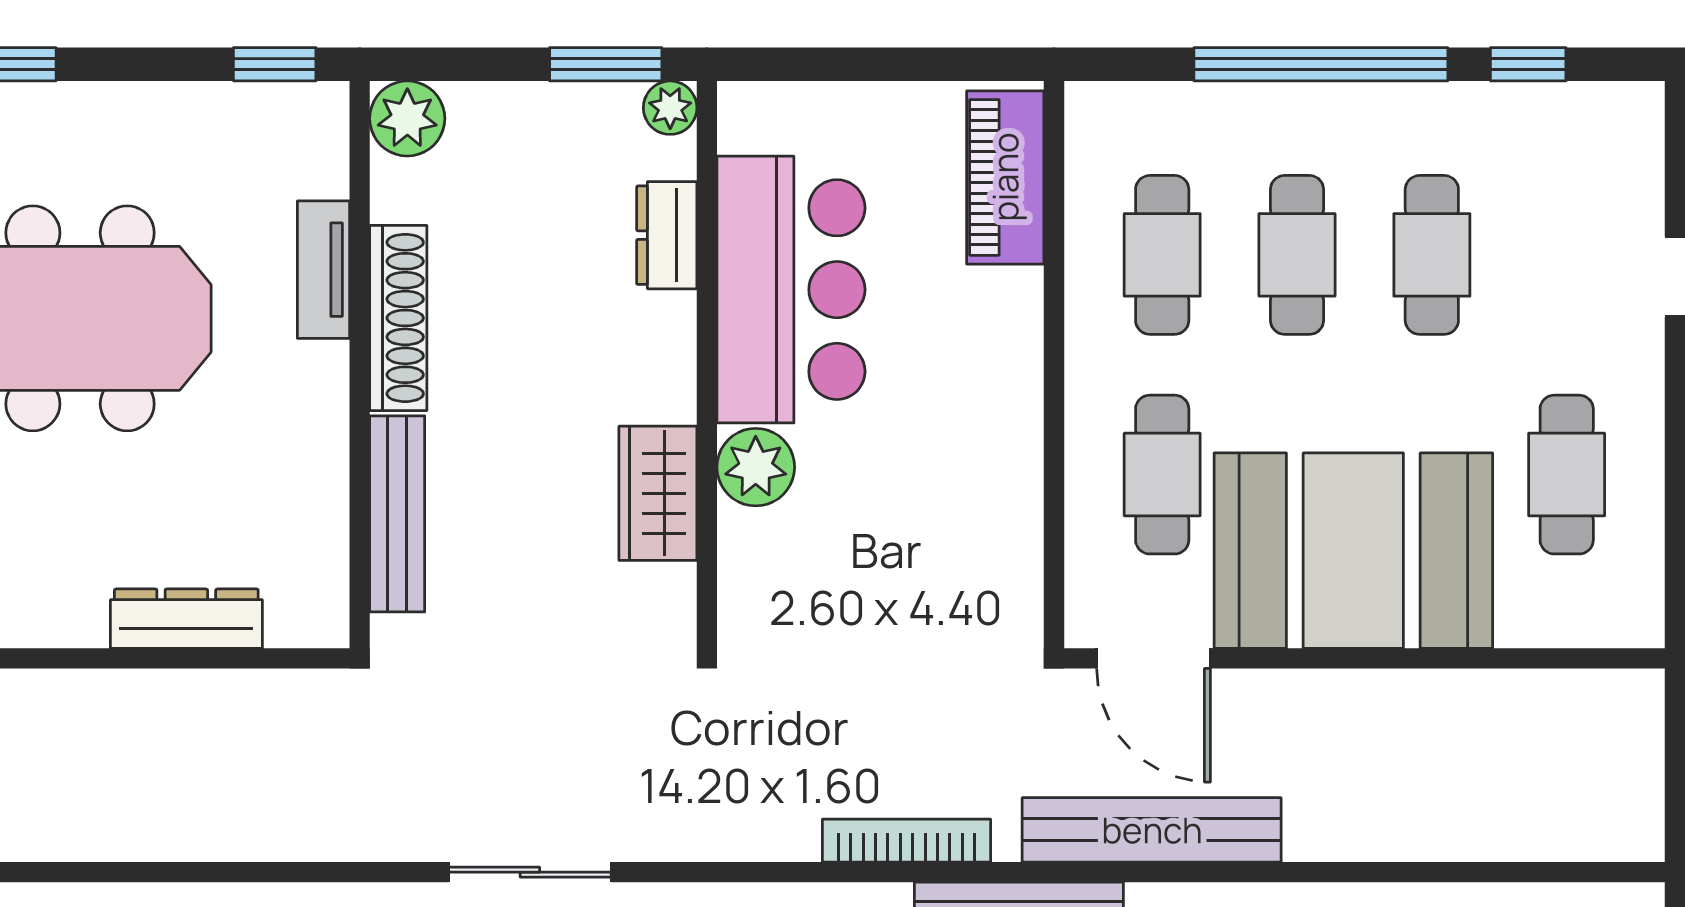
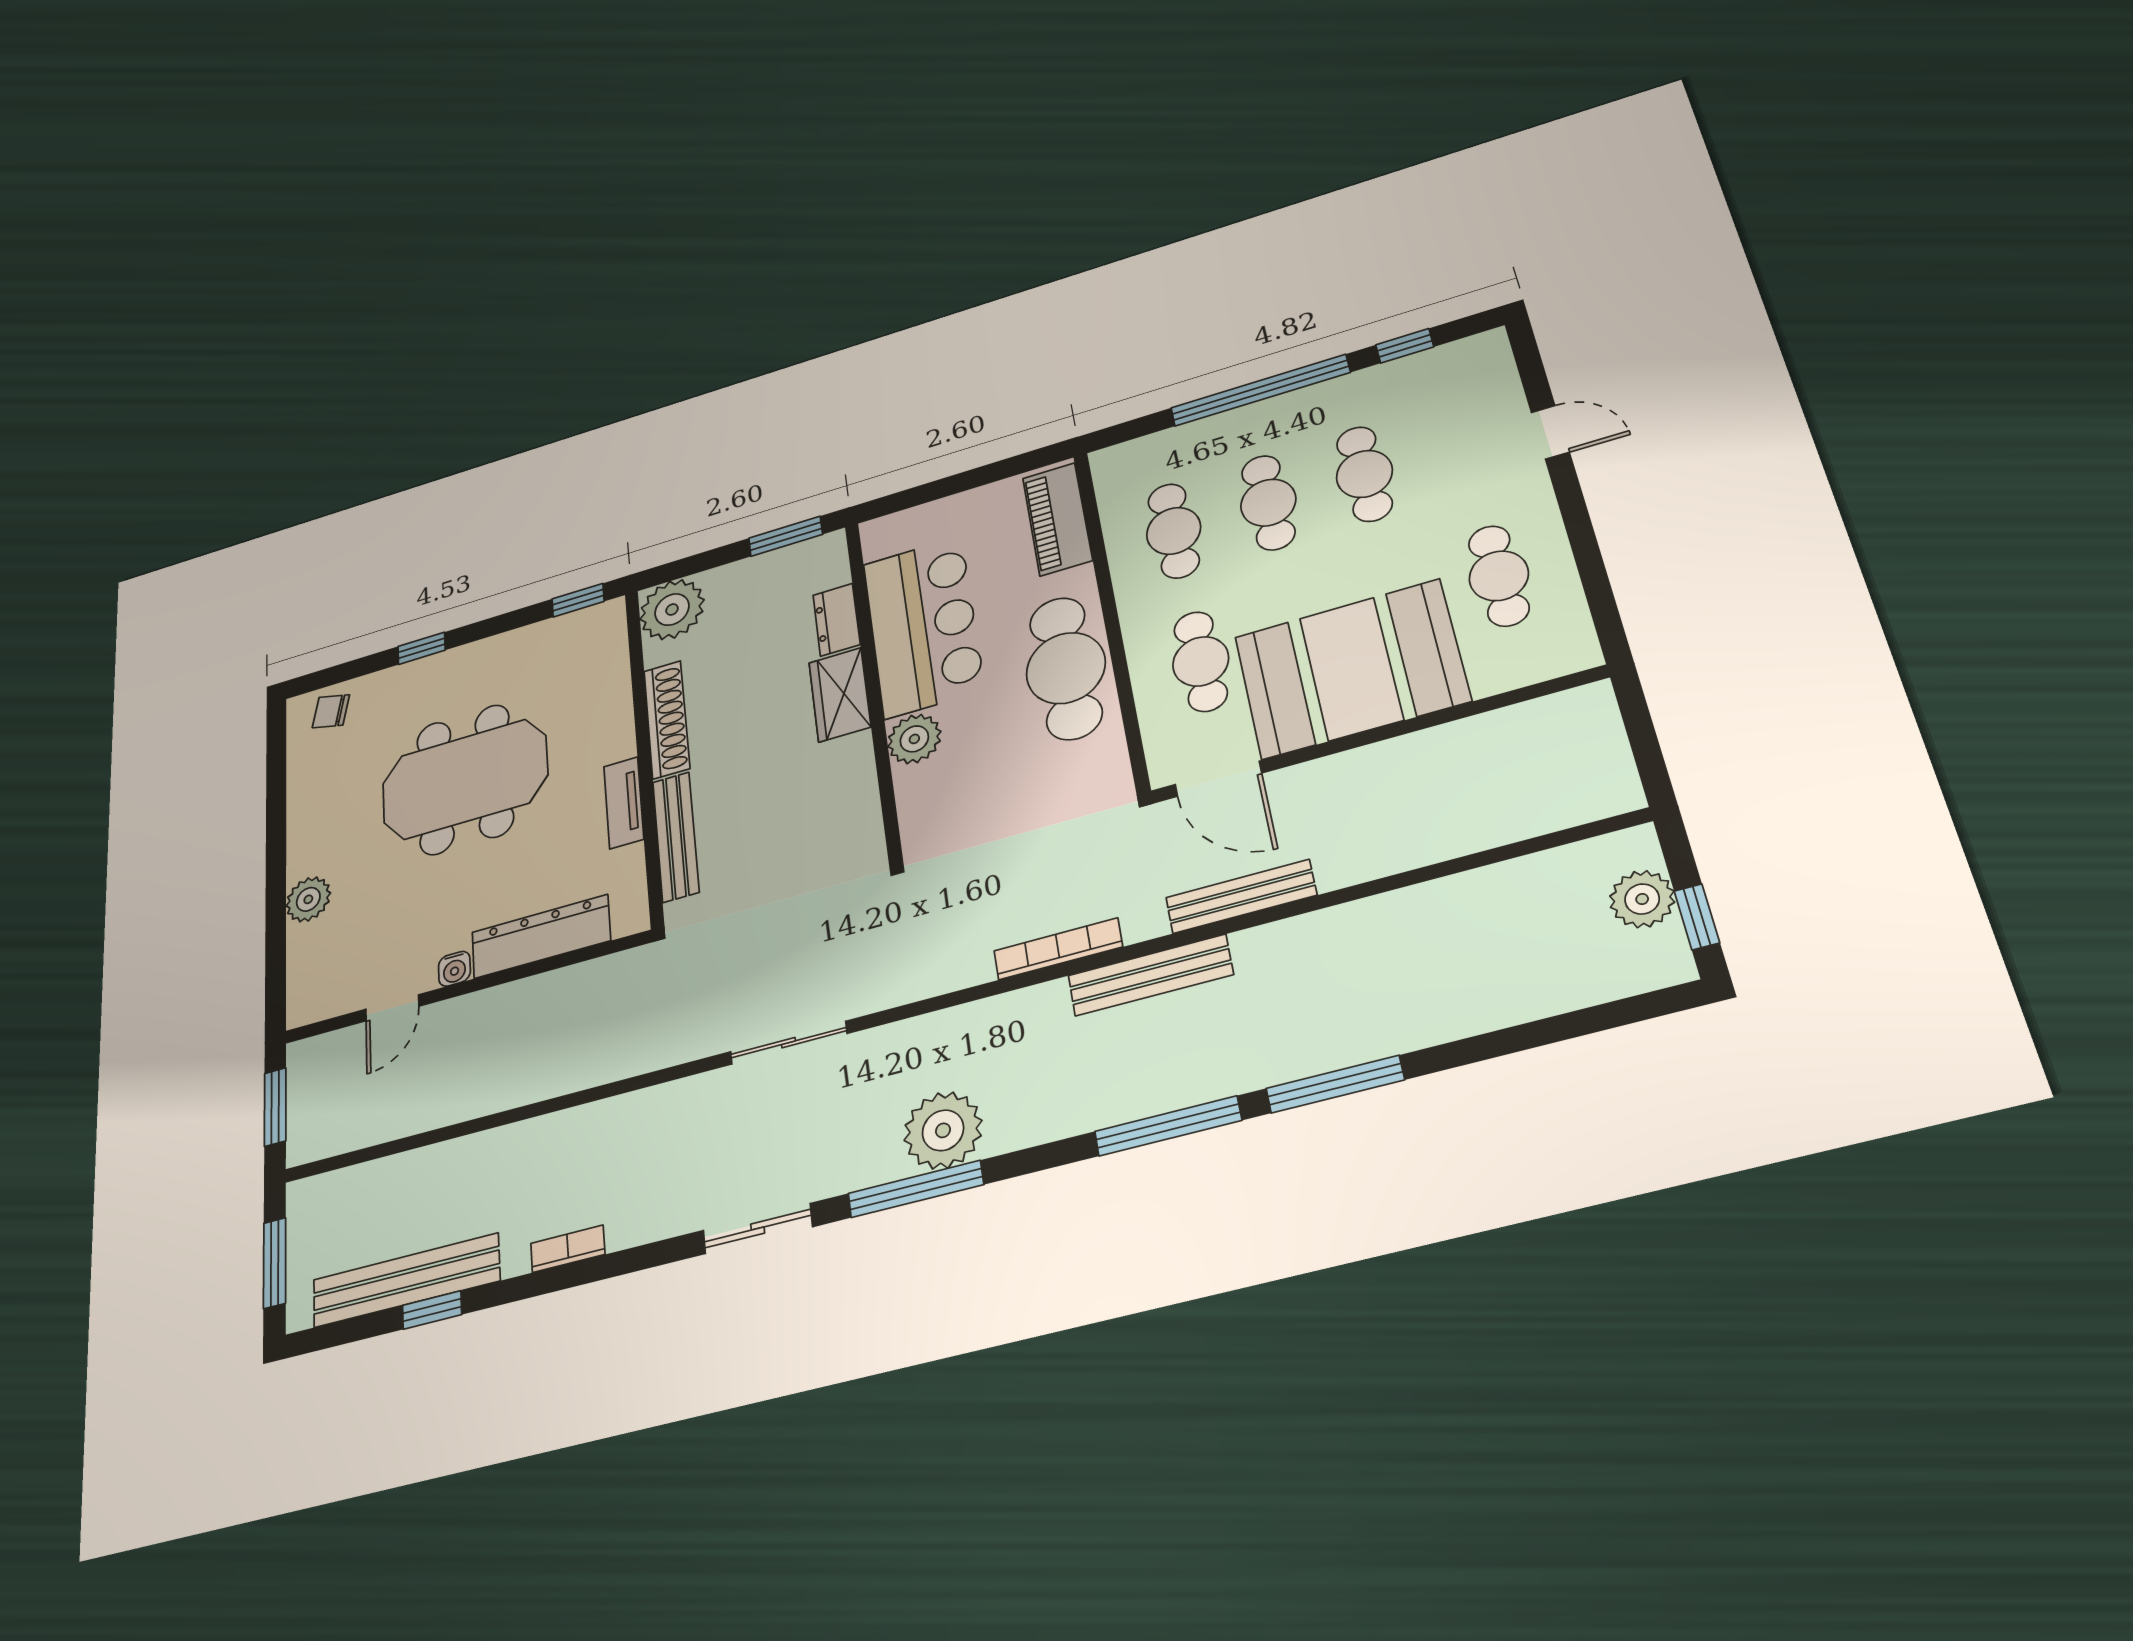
plant: (670, 108) -> (830, 547), removed
plant: (407, 118) -> (672, 610), width x1.36, depth x1.36
tv unit: (323, 270) -> (624, 803), moved
cafe table: (980, 424) -> (1066, 668), added
wardrobe: (658, 493) -> (840, 695), moved
dresser: (186, 619) -> (541, 936), width x1.37, depth x1.24
water cooler: (53, 624) -> (454, 969), added
bench: (1152, 830) -> (1241, 896), width x0.73, depth x0.82

